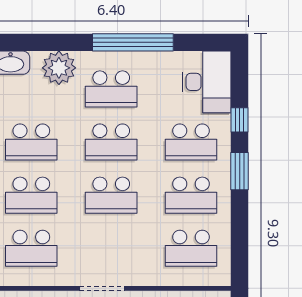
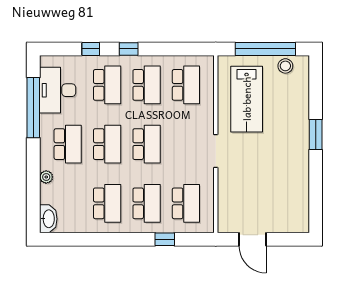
window: (133, 42) -> (33, 108), moved
plant: (59, 68) -> (46, 177), width x0.53, depth x0.53
desk: (207, 82) -> (58, 90), moved, turned -90
window: (240, 171) -> (129, 49), width x0.67

